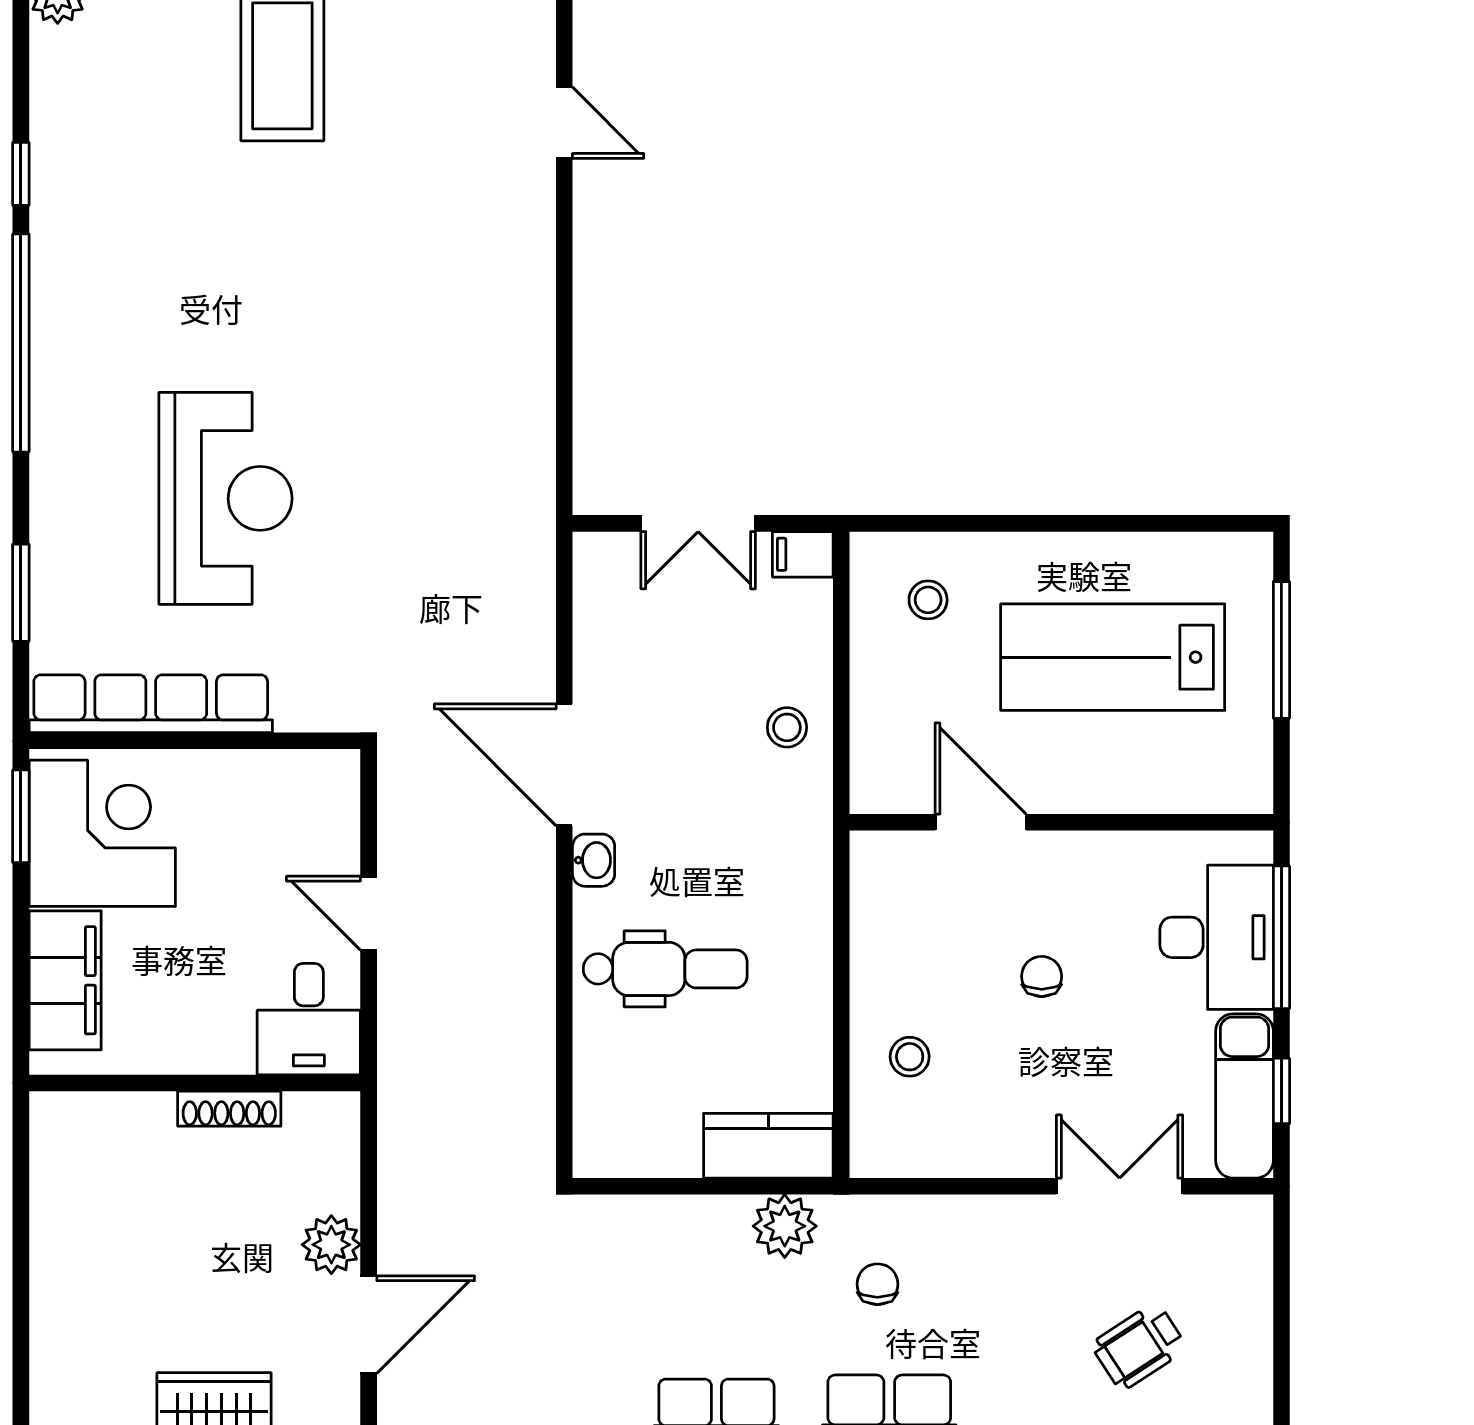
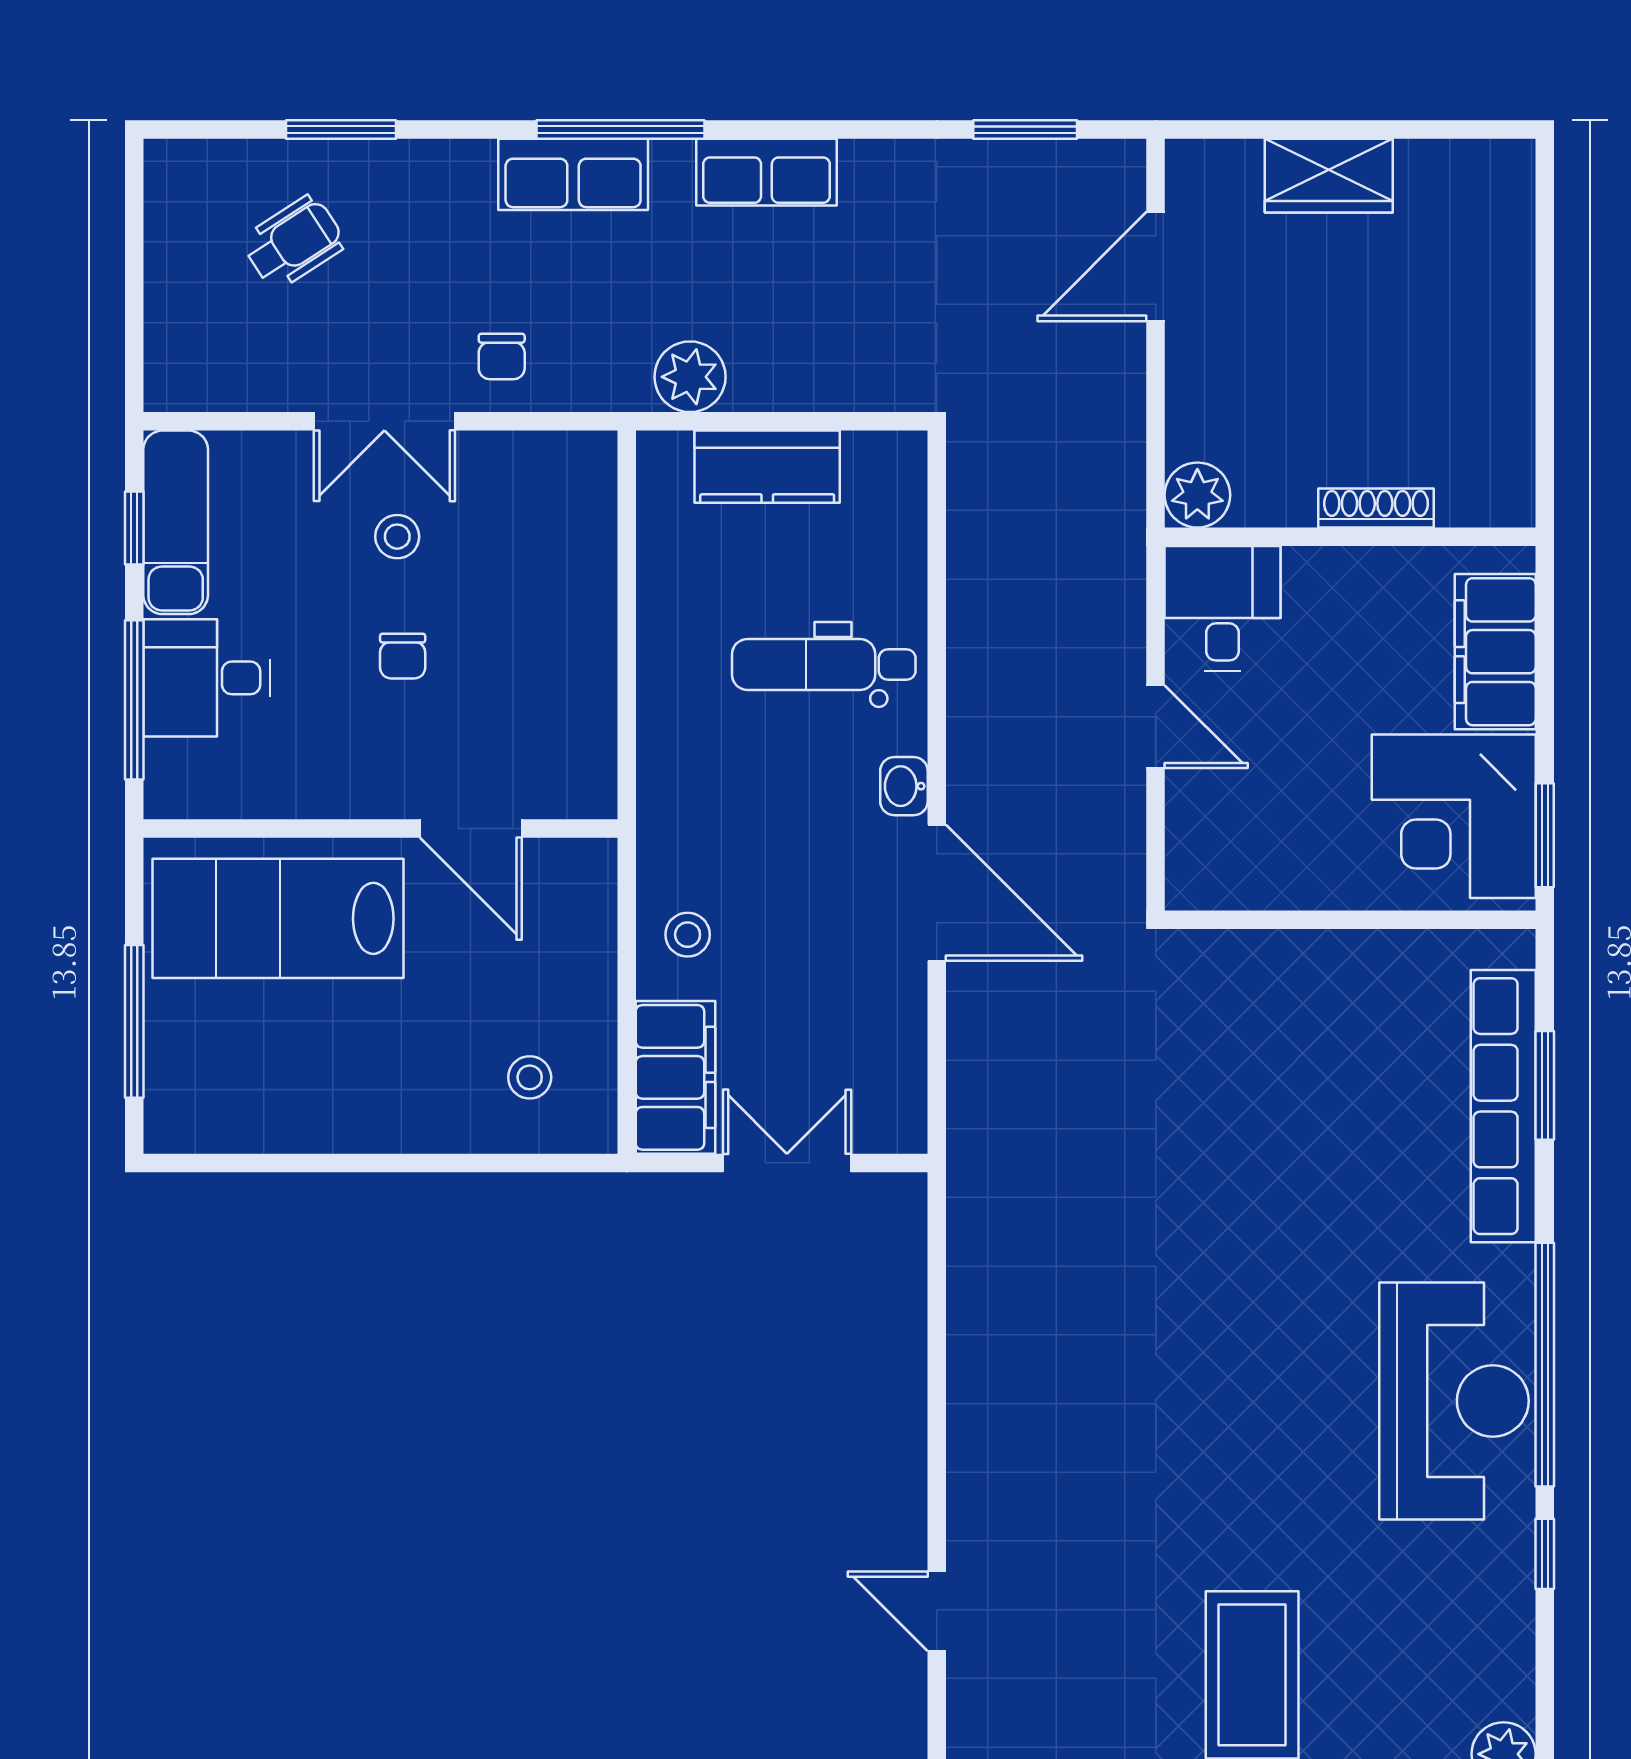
reception desk: (225, 498) -> (1454, 1401), moved, turned 180
filing cabinet: (803, 554) -> (676, 1077), width x3.00, depth x1.17
lab bench: (1113, 657) -> (278, 918), moved, turned 180
row of seats: (151, 704) -> (1503, 1106), moved, turned 90
desk: (1217, 937) -> (207, 678), width x0.73
stool: (910, 1057) -> (397, 537), moved
shoe rack: (229, 1109) -> (1376, 508), moved
kitchen counter: (768, 1146) -> (767, 467), moved
double door: (1120, 1186) -> (384, 421), moved
plant: (331, 1245) -> (1197, 495), moved
chair: (877, 1284) -> (502, 357), moved

